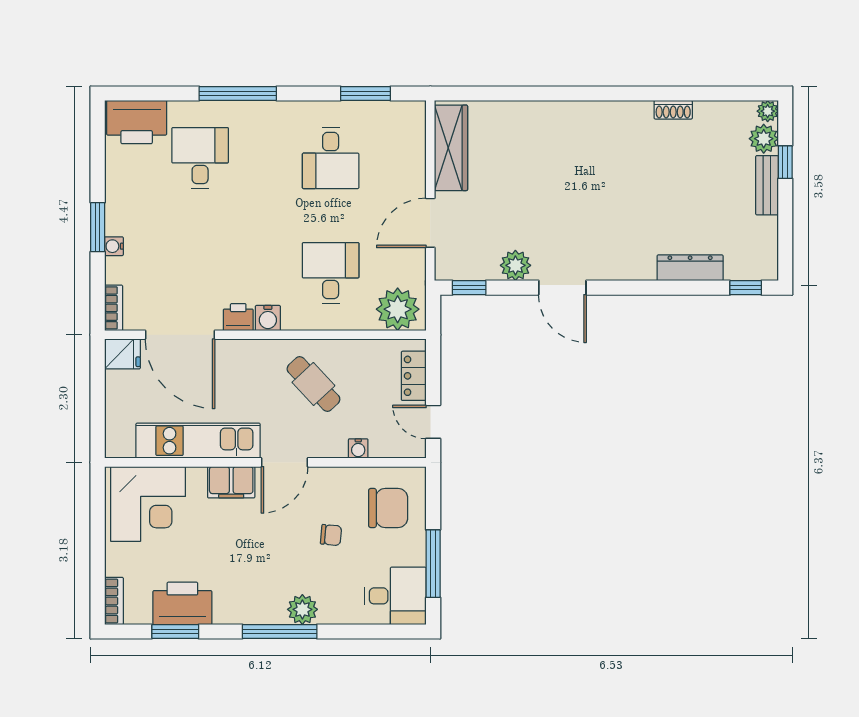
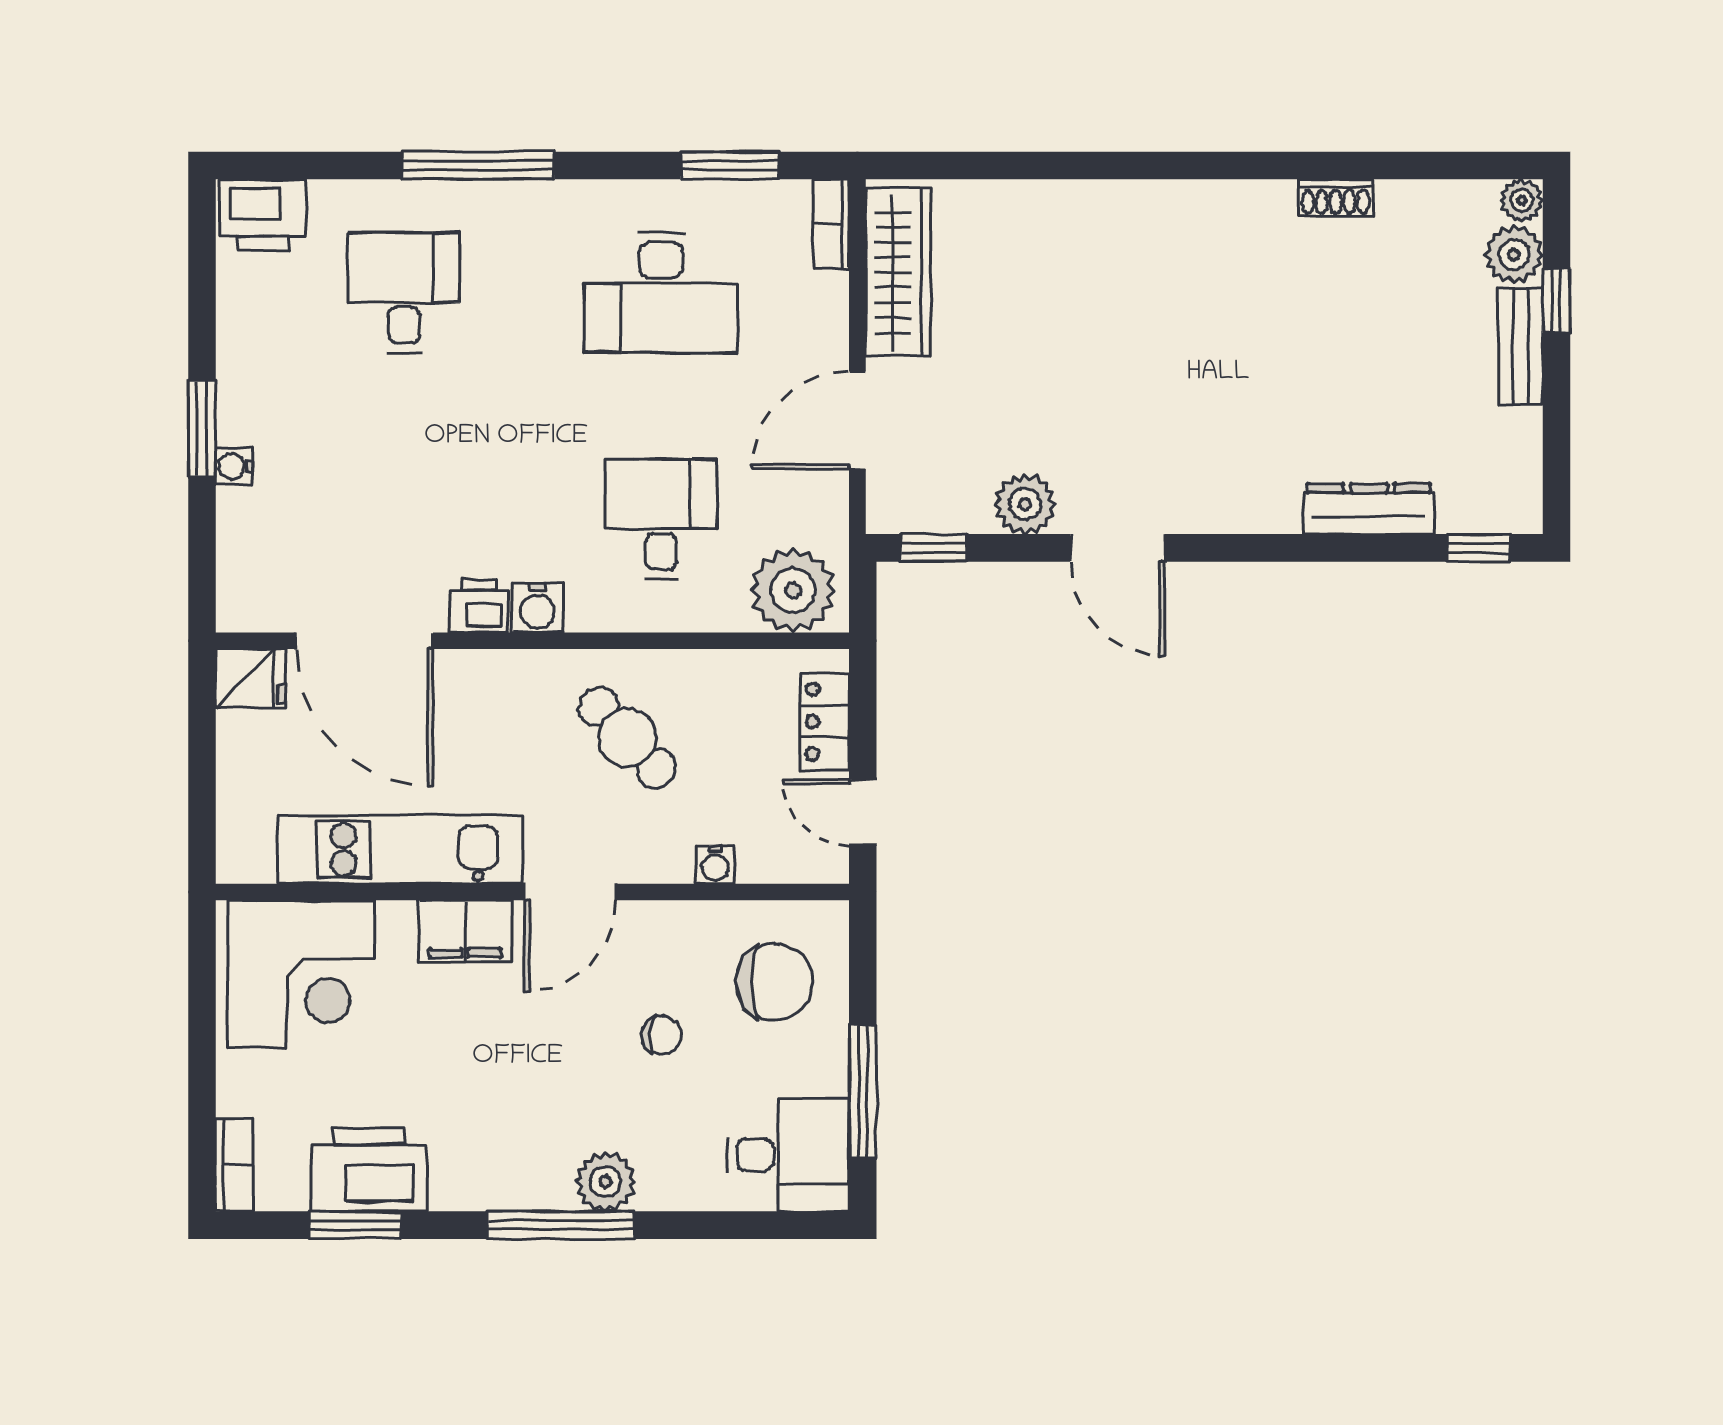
printer: (137, 122) -> (263, 215), width x0.73, depth x0.84
desk: (331, 158) -> (661, 293), width x1.37
bookcase: (114, 308) -> (831, 224), moved, turned 180

